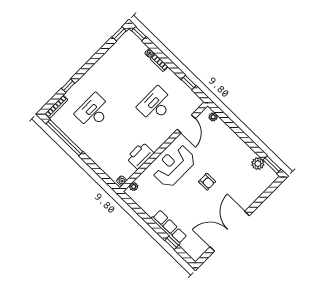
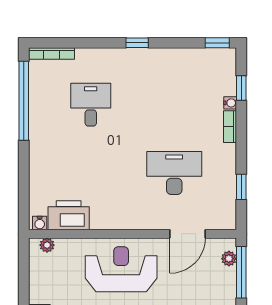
window: (139, 34) -> (241, 88), moved
window: (68, 86) -> (137, 43), moved
desk: (93, 111) -> (91, 105), width x0.73
window: (224, 117) -> (241, 272), added
printer: (140, 156) -> (69, 215), moved

